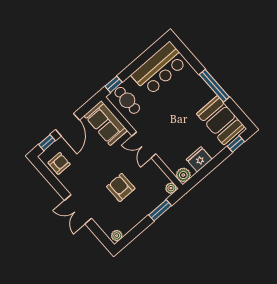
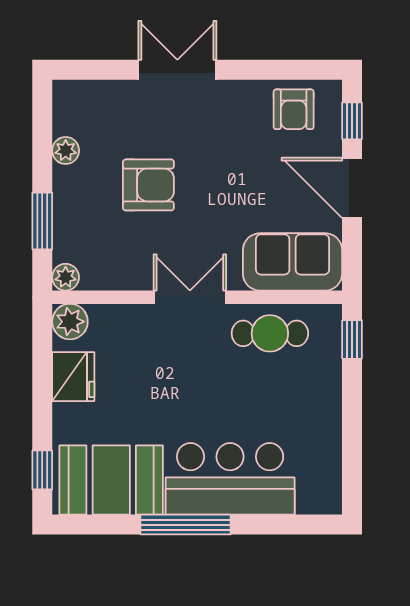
bar counter: (159, 69) -> (230, 479), moved, turned 90
cafe table: (127, 100) -> (270, 333), moved
plant: (117, 236) -> (66, 150), moved

